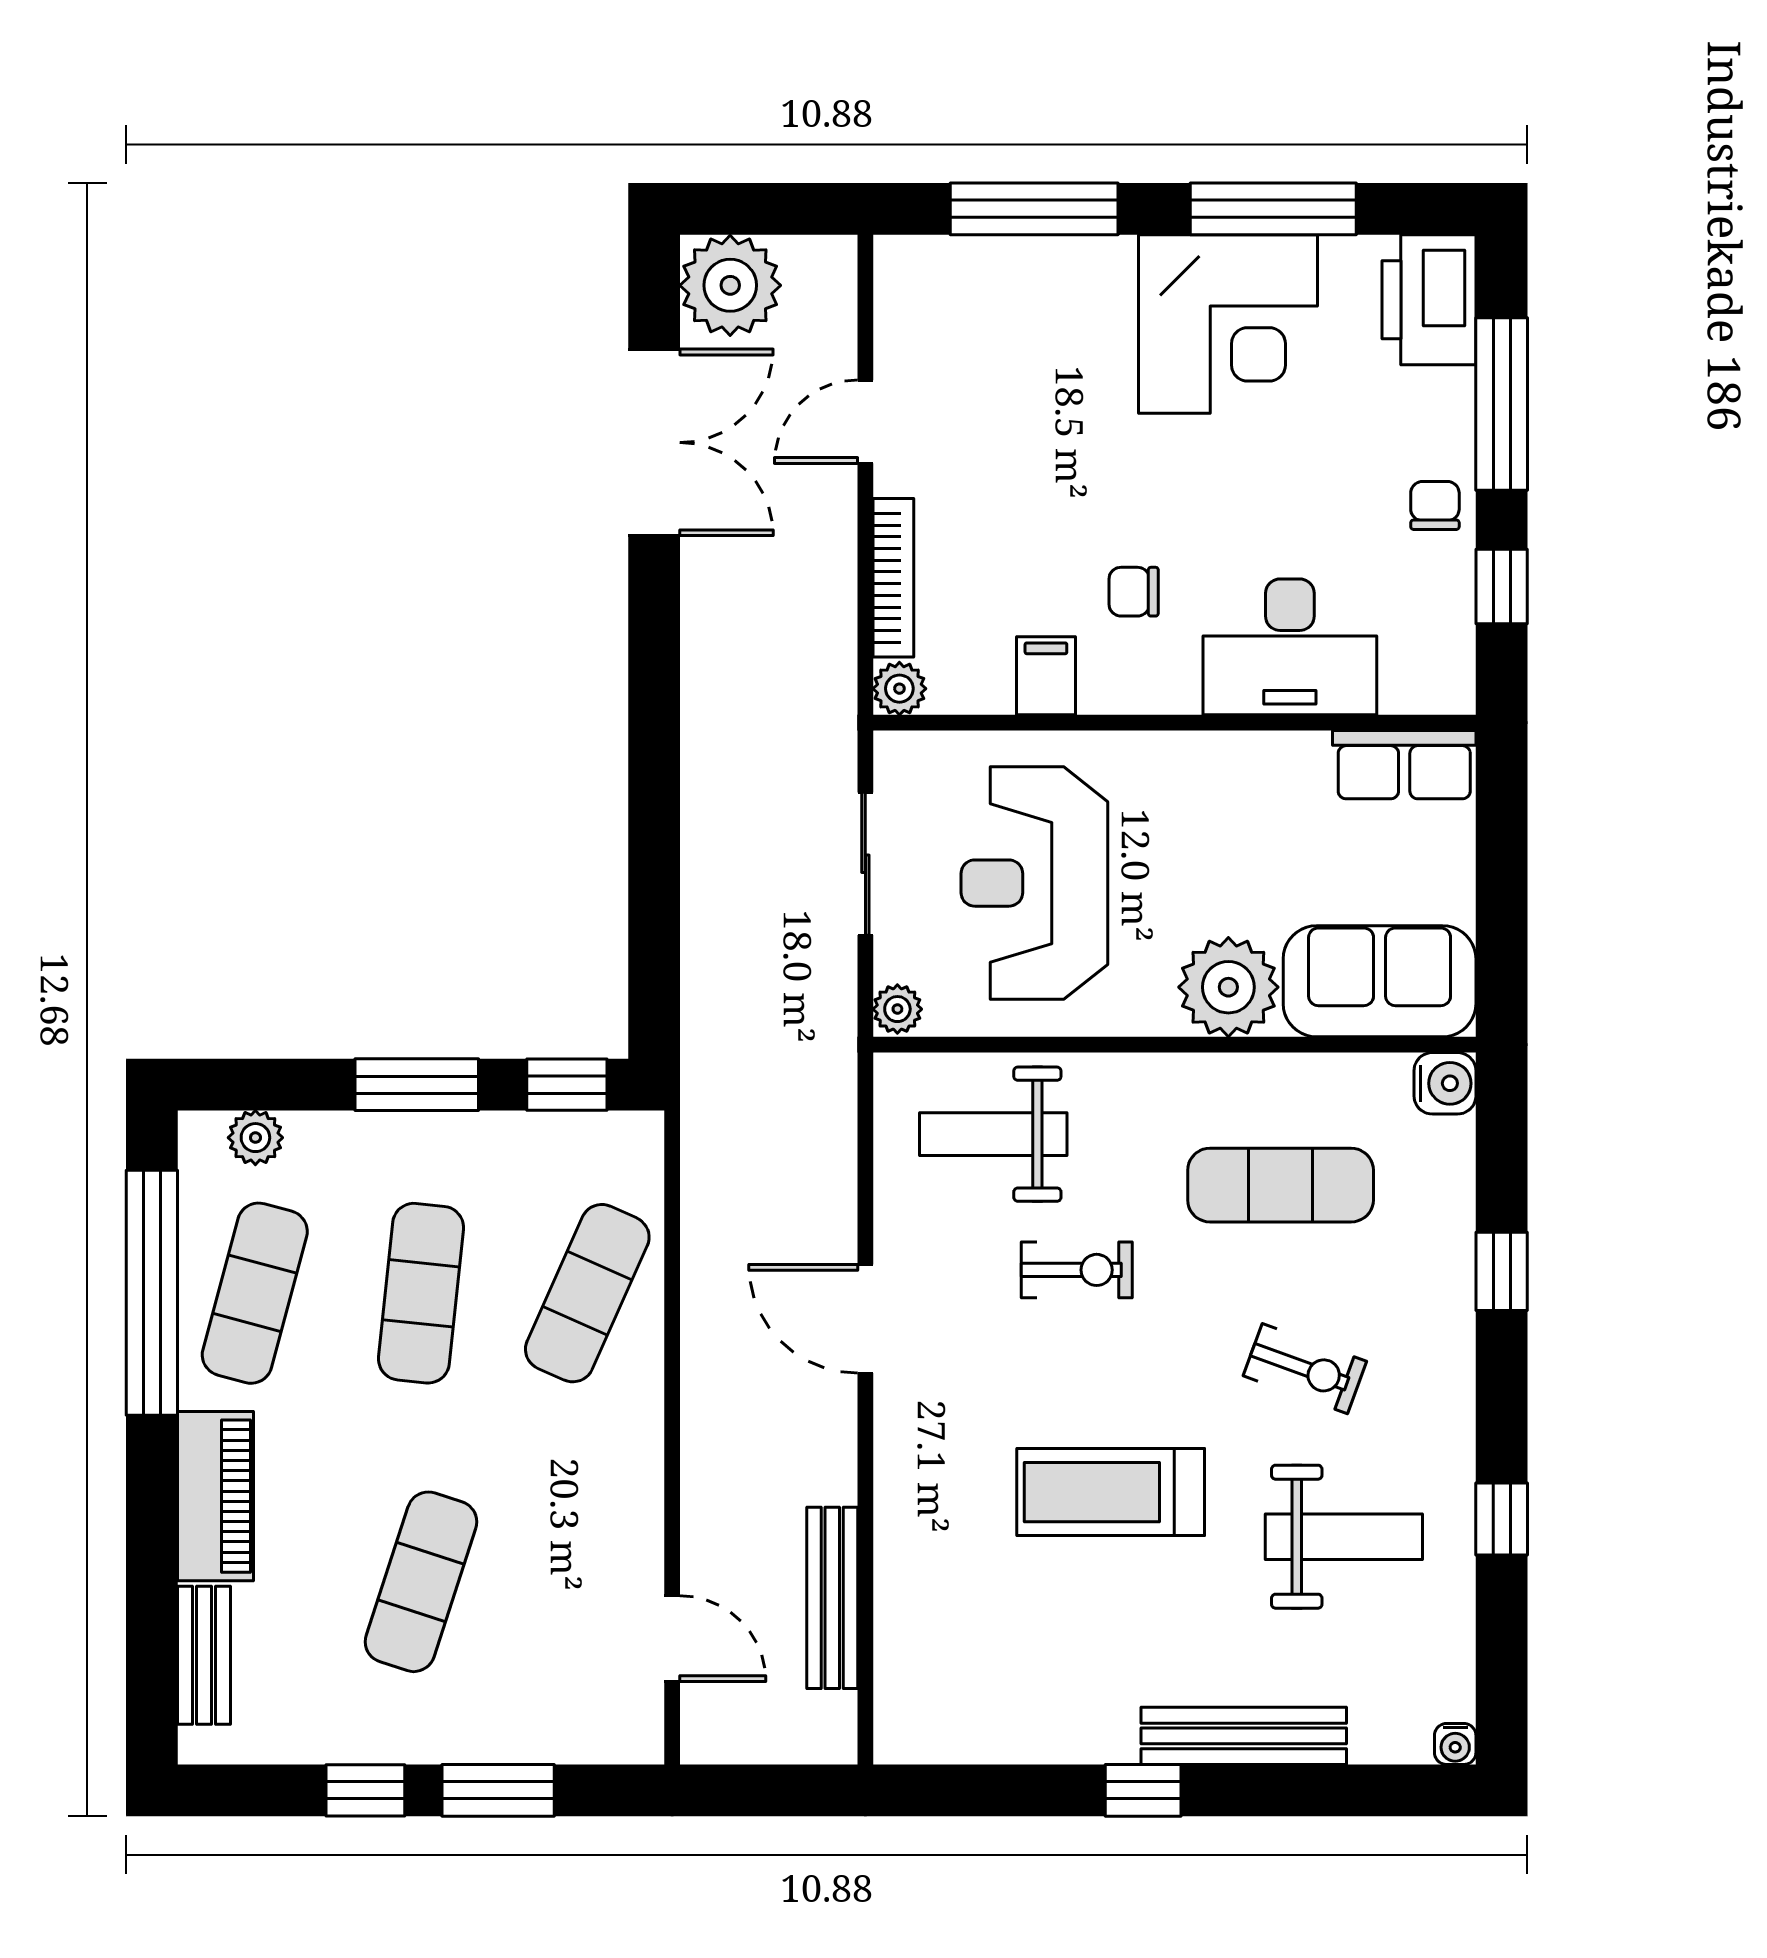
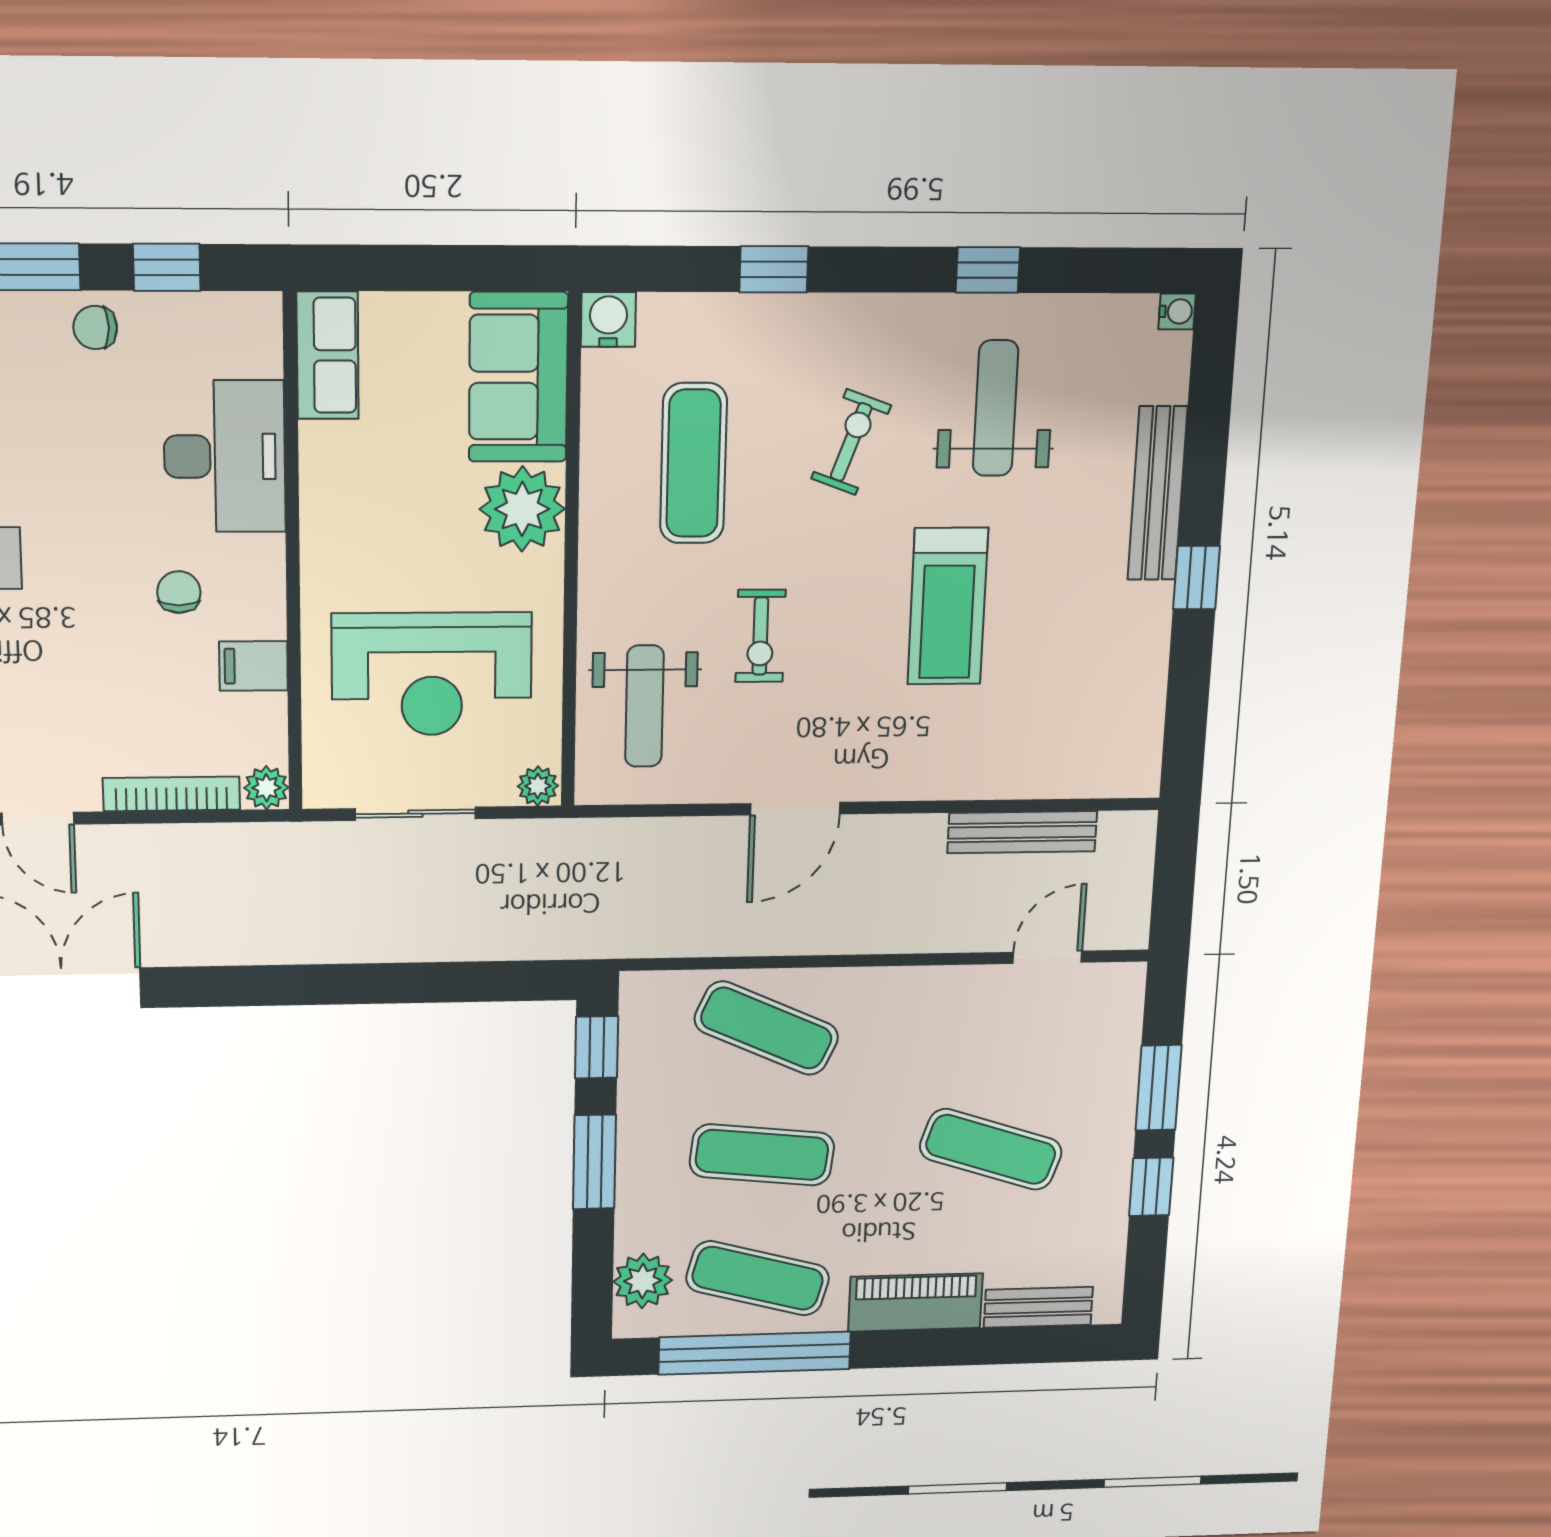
chair: (1134, 592) -> (179, 592), turned 180
plant: (255, 1138) -> (643, 1281), width x1.38, depth x1.38
exercise bike: (1077, 1270) -> (760, 636), turned 180

